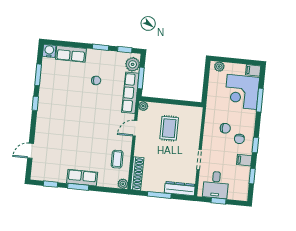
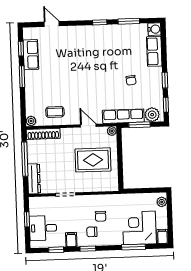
rug: (169, 128) -> (93, 160), width x1.36, depth x1.43
row of seats: (82, 178) -> (31, 55), moved
desk: (216, 185) -> (43, 228), moved
window: (159, 195) -> (25, 159), width x1.44

